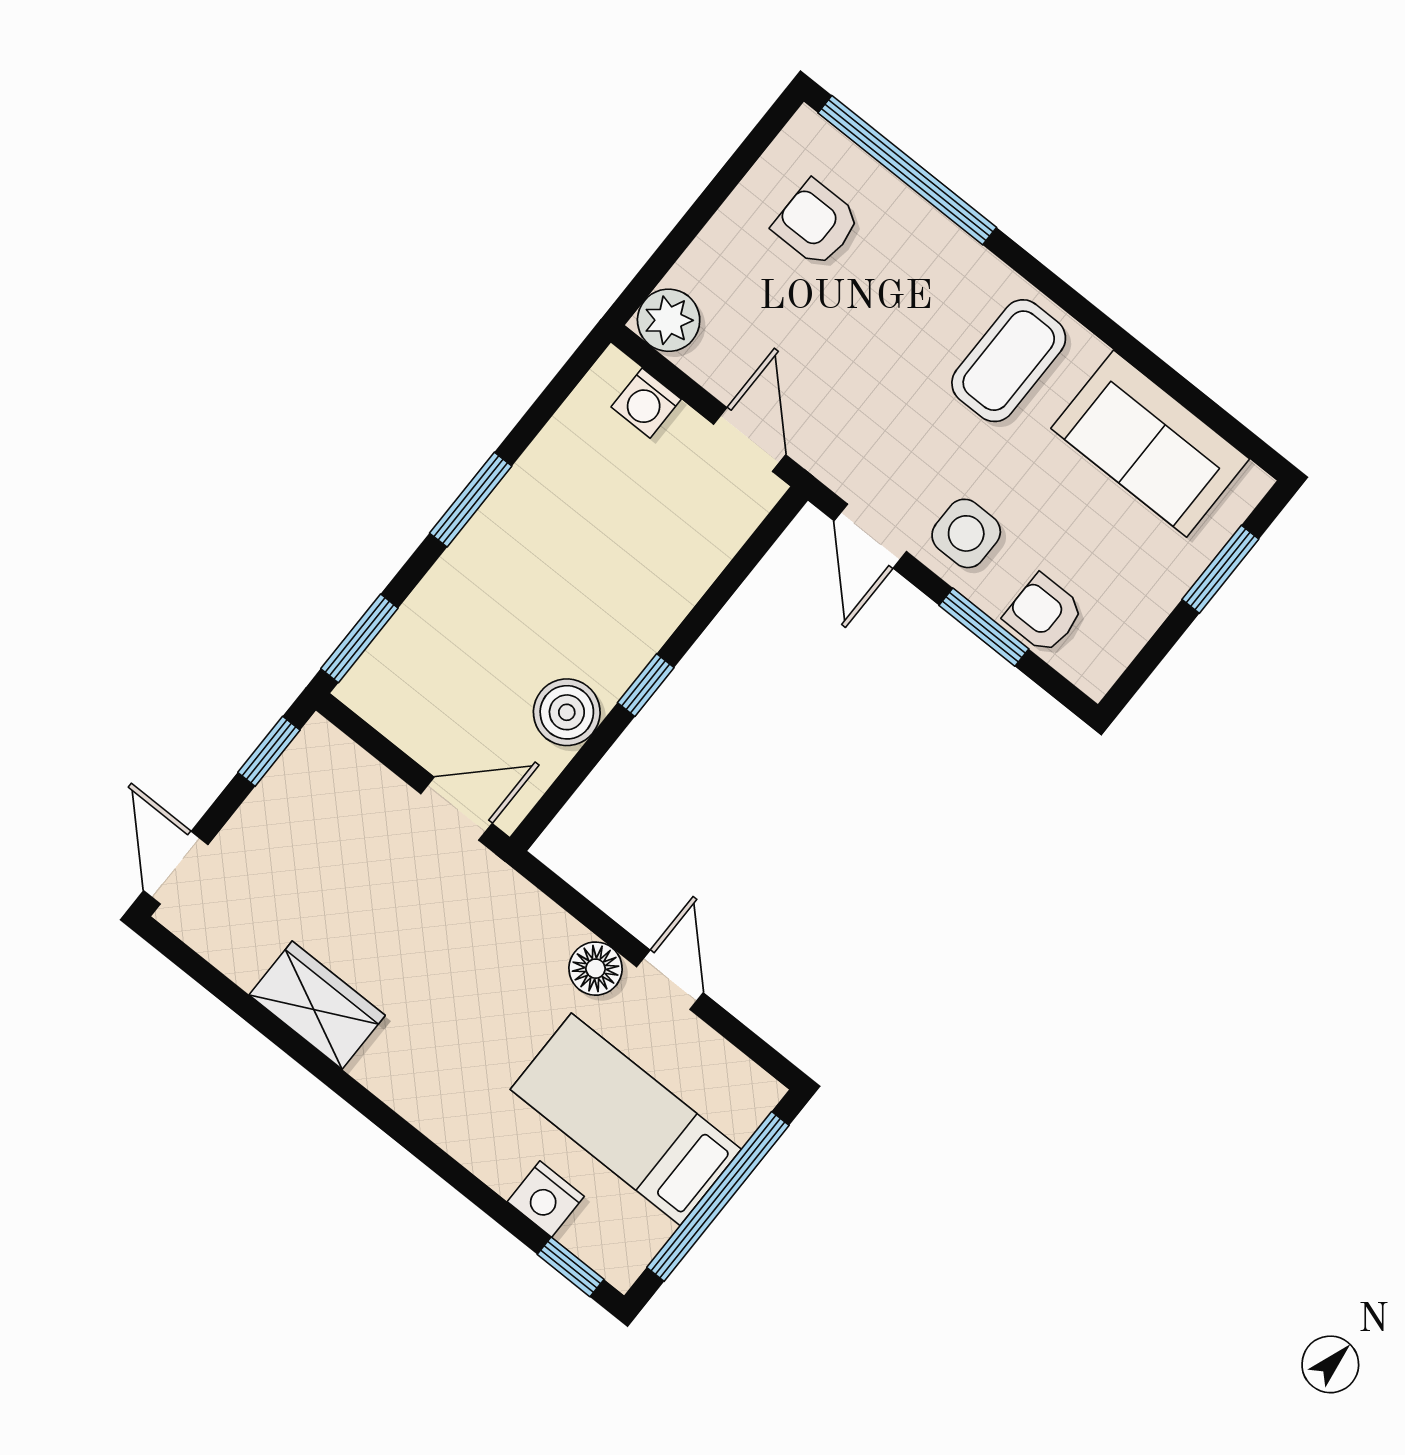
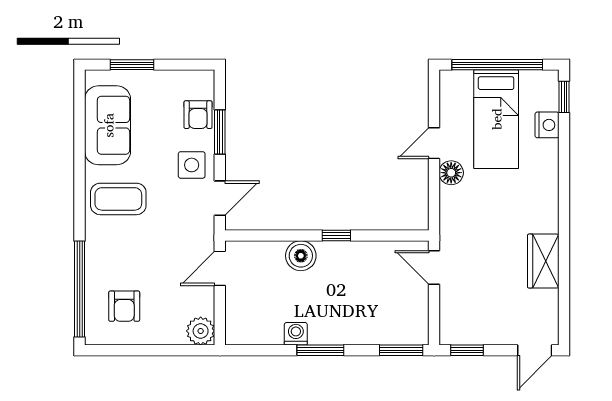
washing machine: (646, 403) -> (296, 334), moved, turned -90
boiler: (567, 712) -> (301, 256), moved

